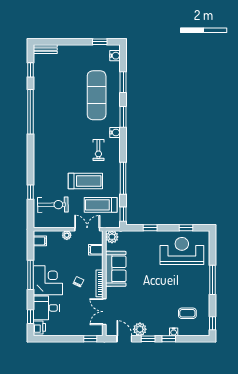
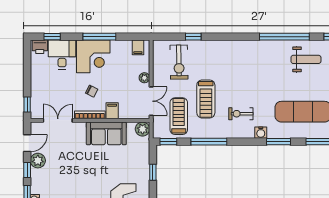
weight bench: (50, 93) -> (306, 59), added
filing cabinet: (96, 250) -> (112, 111), moved

